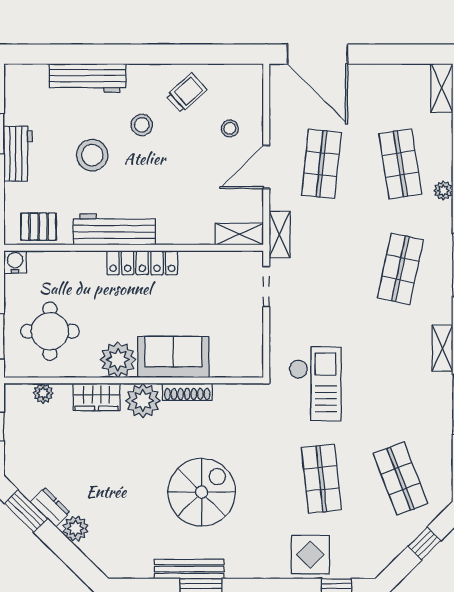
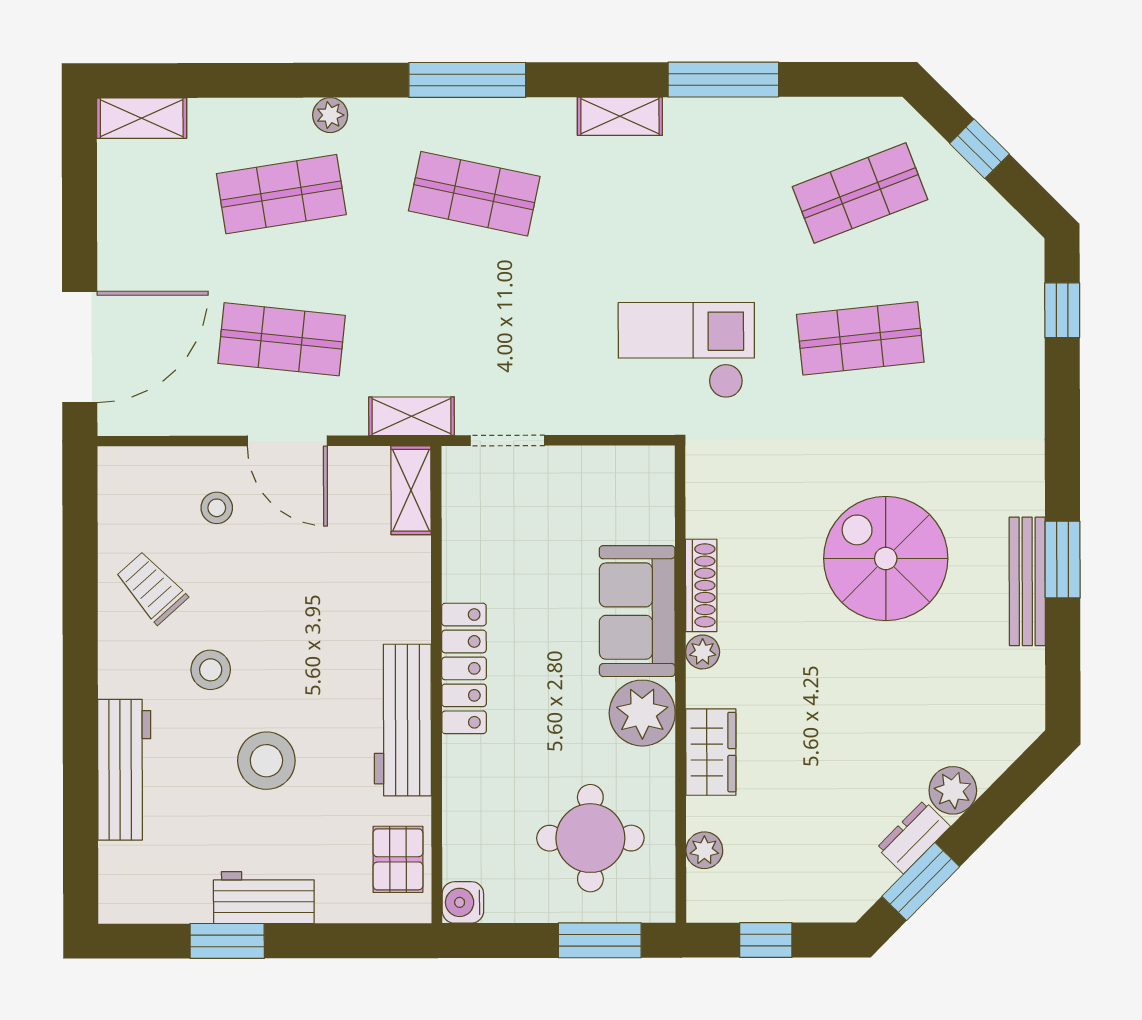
plant: (143, 401) -> (703, 652), width x0.53, depth x0.53
display table: (310, 555) -> (1000, 359), removed

